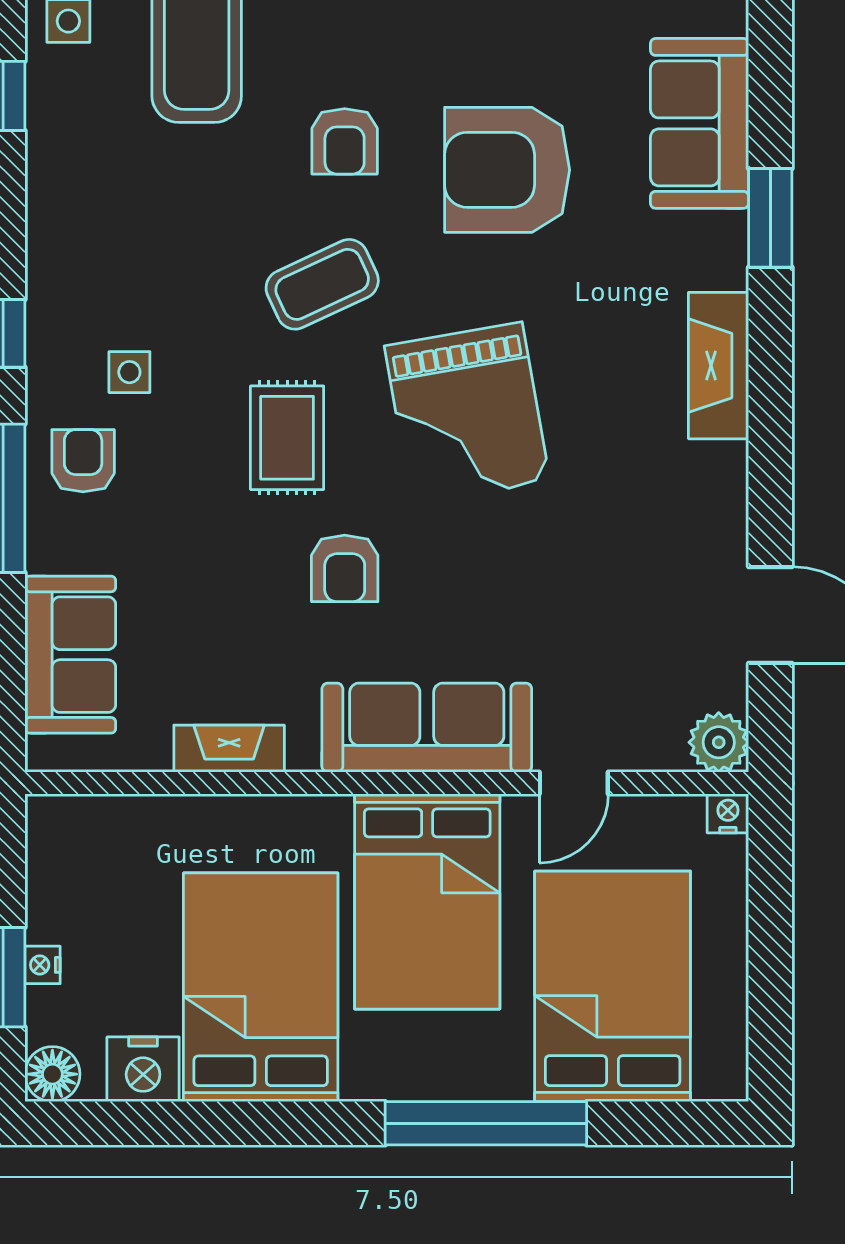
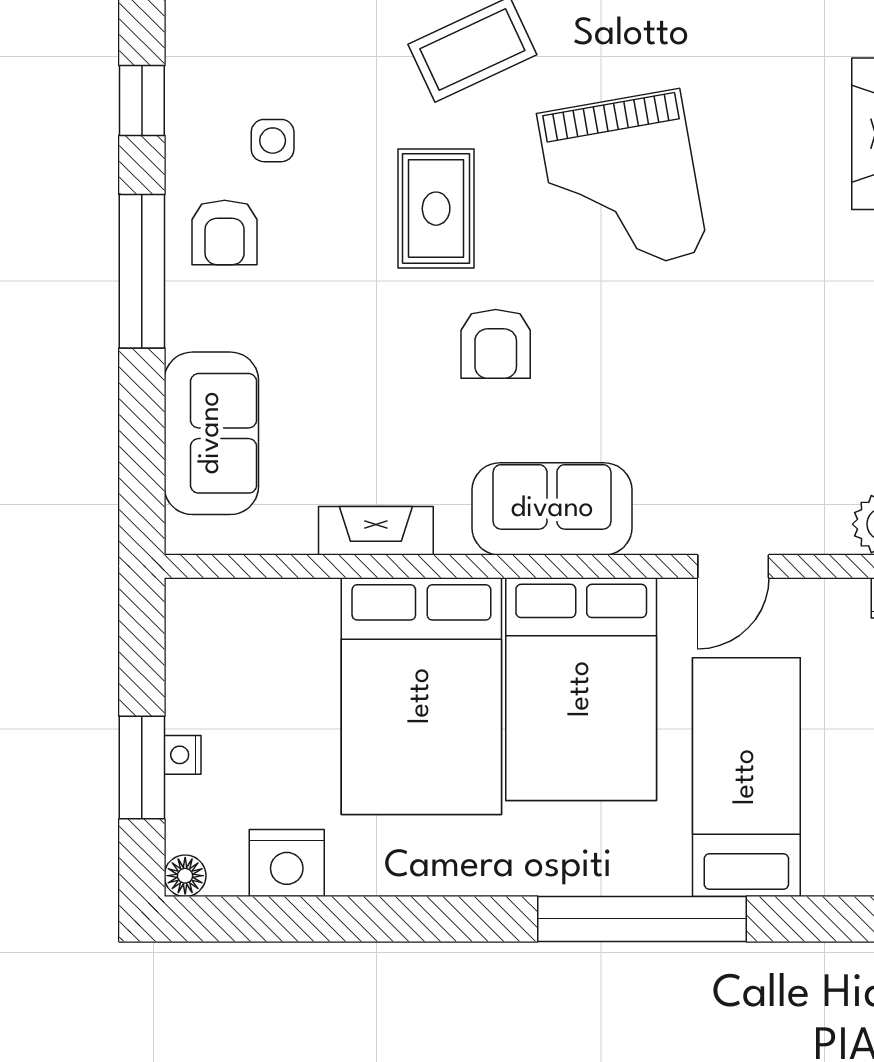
armchair: (83, 461) -> (225, 232), turned 180
sofa: (427, 728) -> (552, 509), width x0.73
bed: (613, 986) -> (746, 777), width x0.67
bed: (261, 987) -> (421, 696), moved, turned 180
floor lamp: (52, 1074) -> (185, 876), width x0.73, depth x0.73

